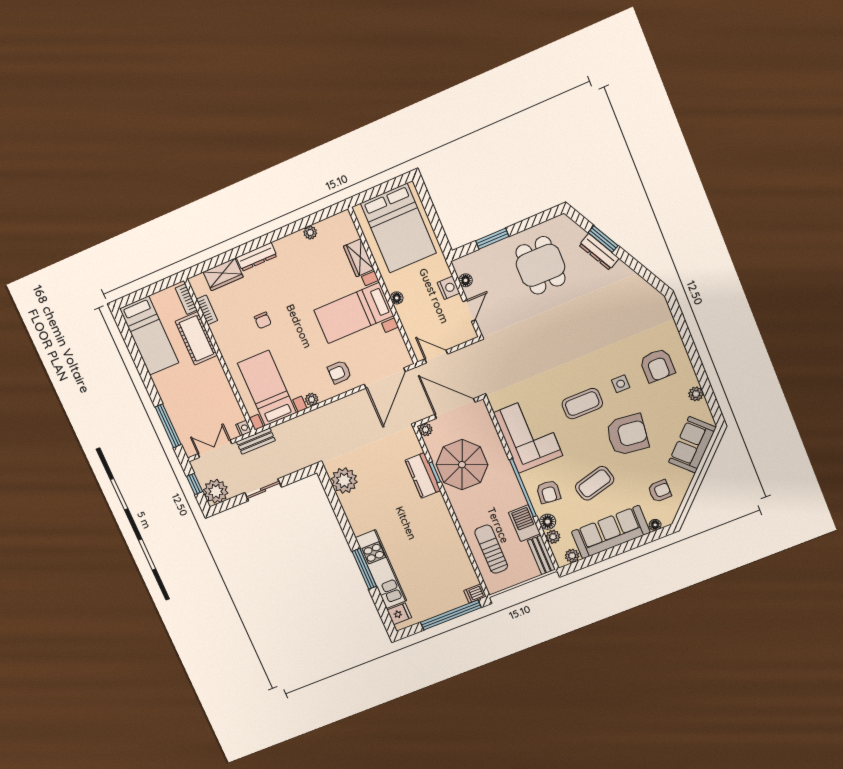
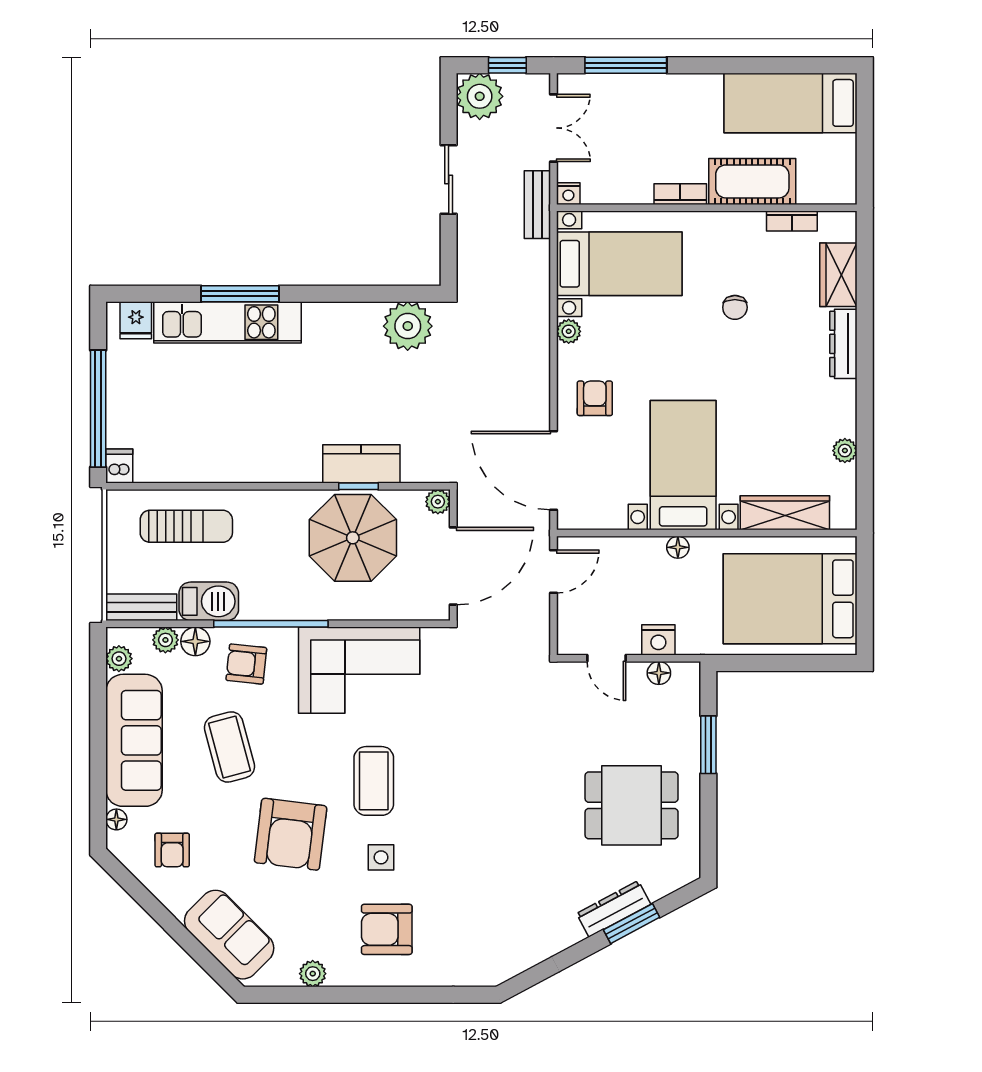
wardrobe: (359, 258) -> (785, 513), width x1.50
bookcase: (186, 299) -> (680, 194), moved
chair: (263, 320) -> (735, 307), turned -90

